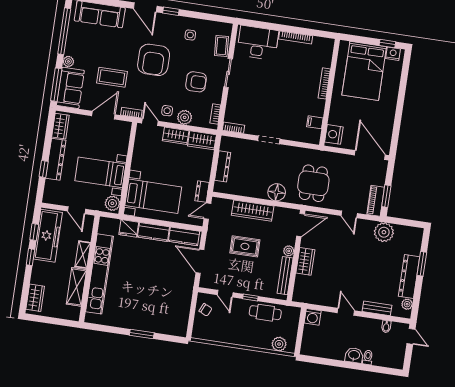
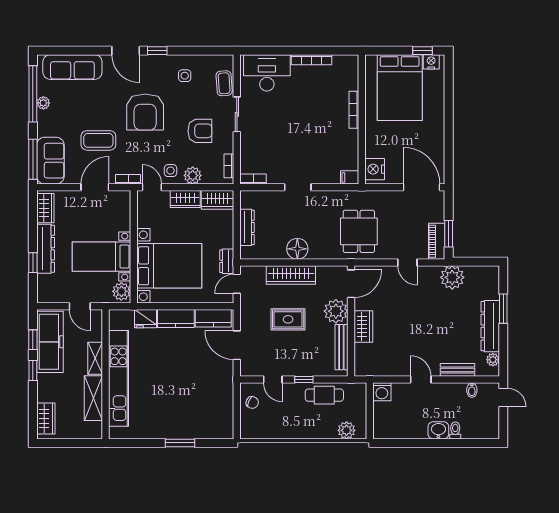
plant: (68, 61) -> (43, 103), moved
filing cabinet: (315, 122) -> (350, 177), moved
floor lamp: (277, 192) -> (297, 249), moved
bed with nightstands: (153, 196) -> (169, 266), width x1.36
plant: (289, 251) -> (336, 311), width x1.88, depth x1.88

